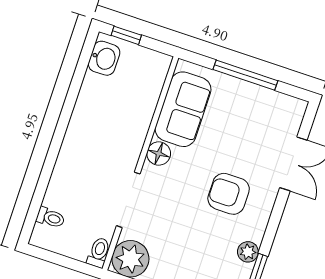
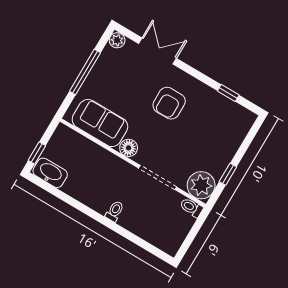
washbasin: (104, 58) -> (50, 173), width x1.38
toilet: (51, 218) -> (115, 211), moved
plant: (248, 252) -> (117, 40), moved

